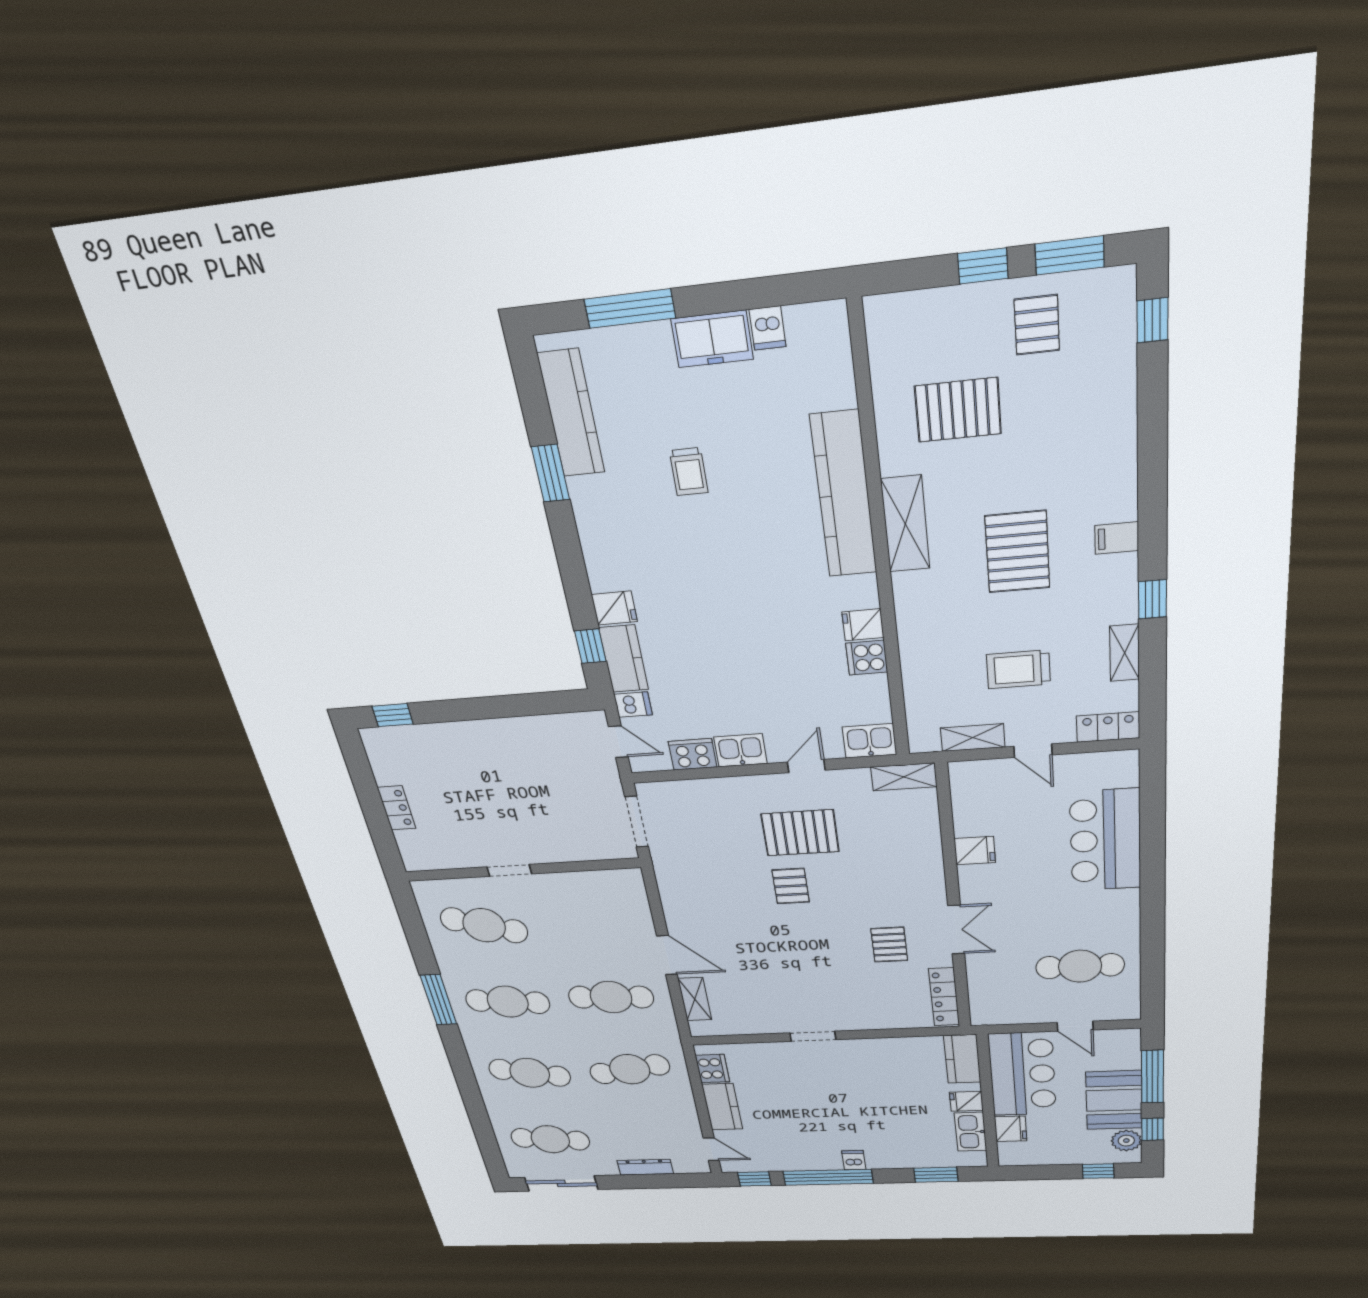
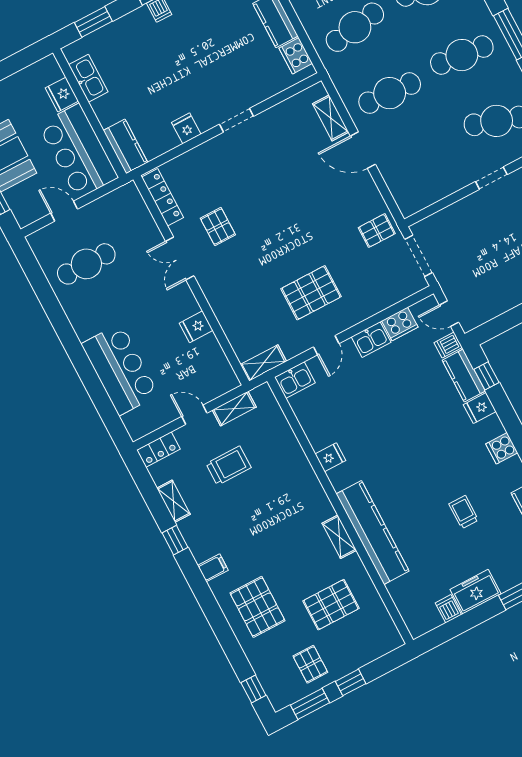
shelving: (905, 524) -> (339, 537), width x0.67, depth x0.75
pallet: (1017, 552) -> (257, 607), moved
cooker: (867, 658) -> (502, 448), moved, turned 180
pallet: (791, 886) -> (377, 231), moved, turned 90
fridge: (966, 1101) -> (186, 128), moved, turned -90

